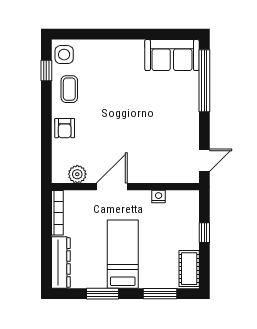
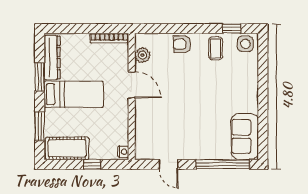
coffee table: (69, 89) -> (216, 48), turned 90
door: (204, 160) -> (168, 164), moved
nightstand: (159, 197) -> (123, 152), moved
dresser: (61, 263) -> (52, 58), moved, turned -90
cot: (189, 269) -> (67, 148), width x1.37, depth x1.34

